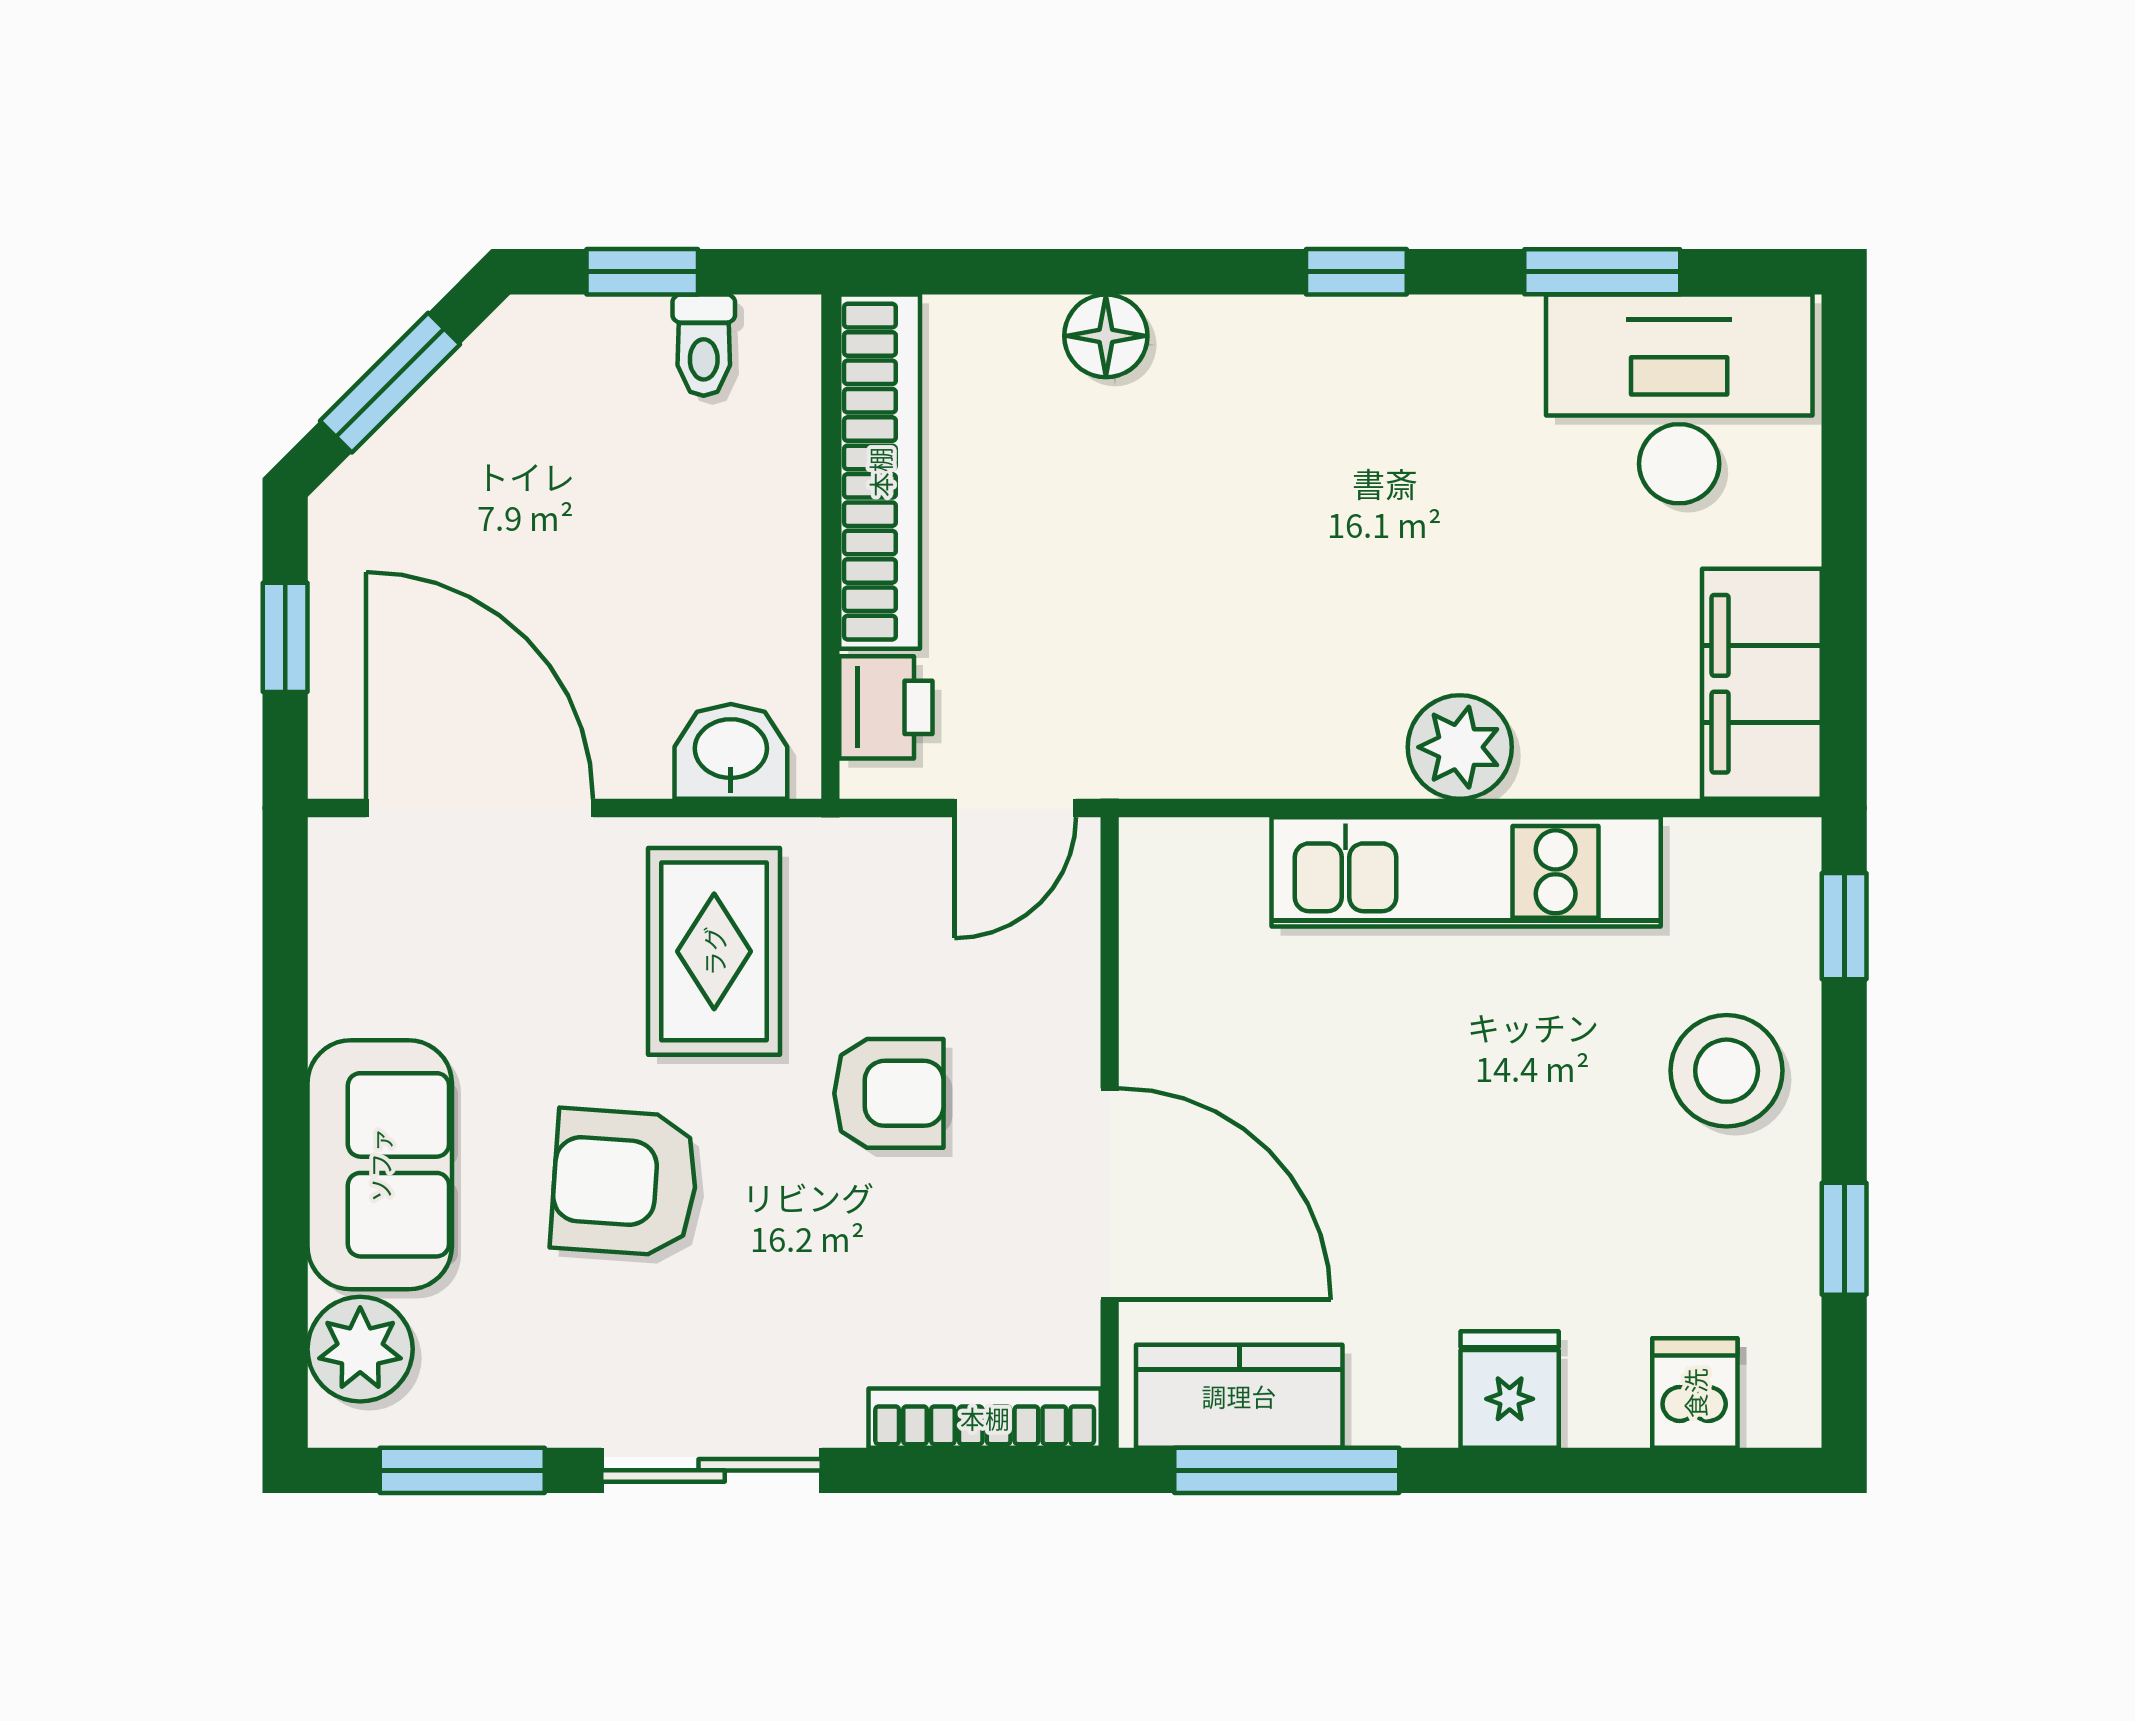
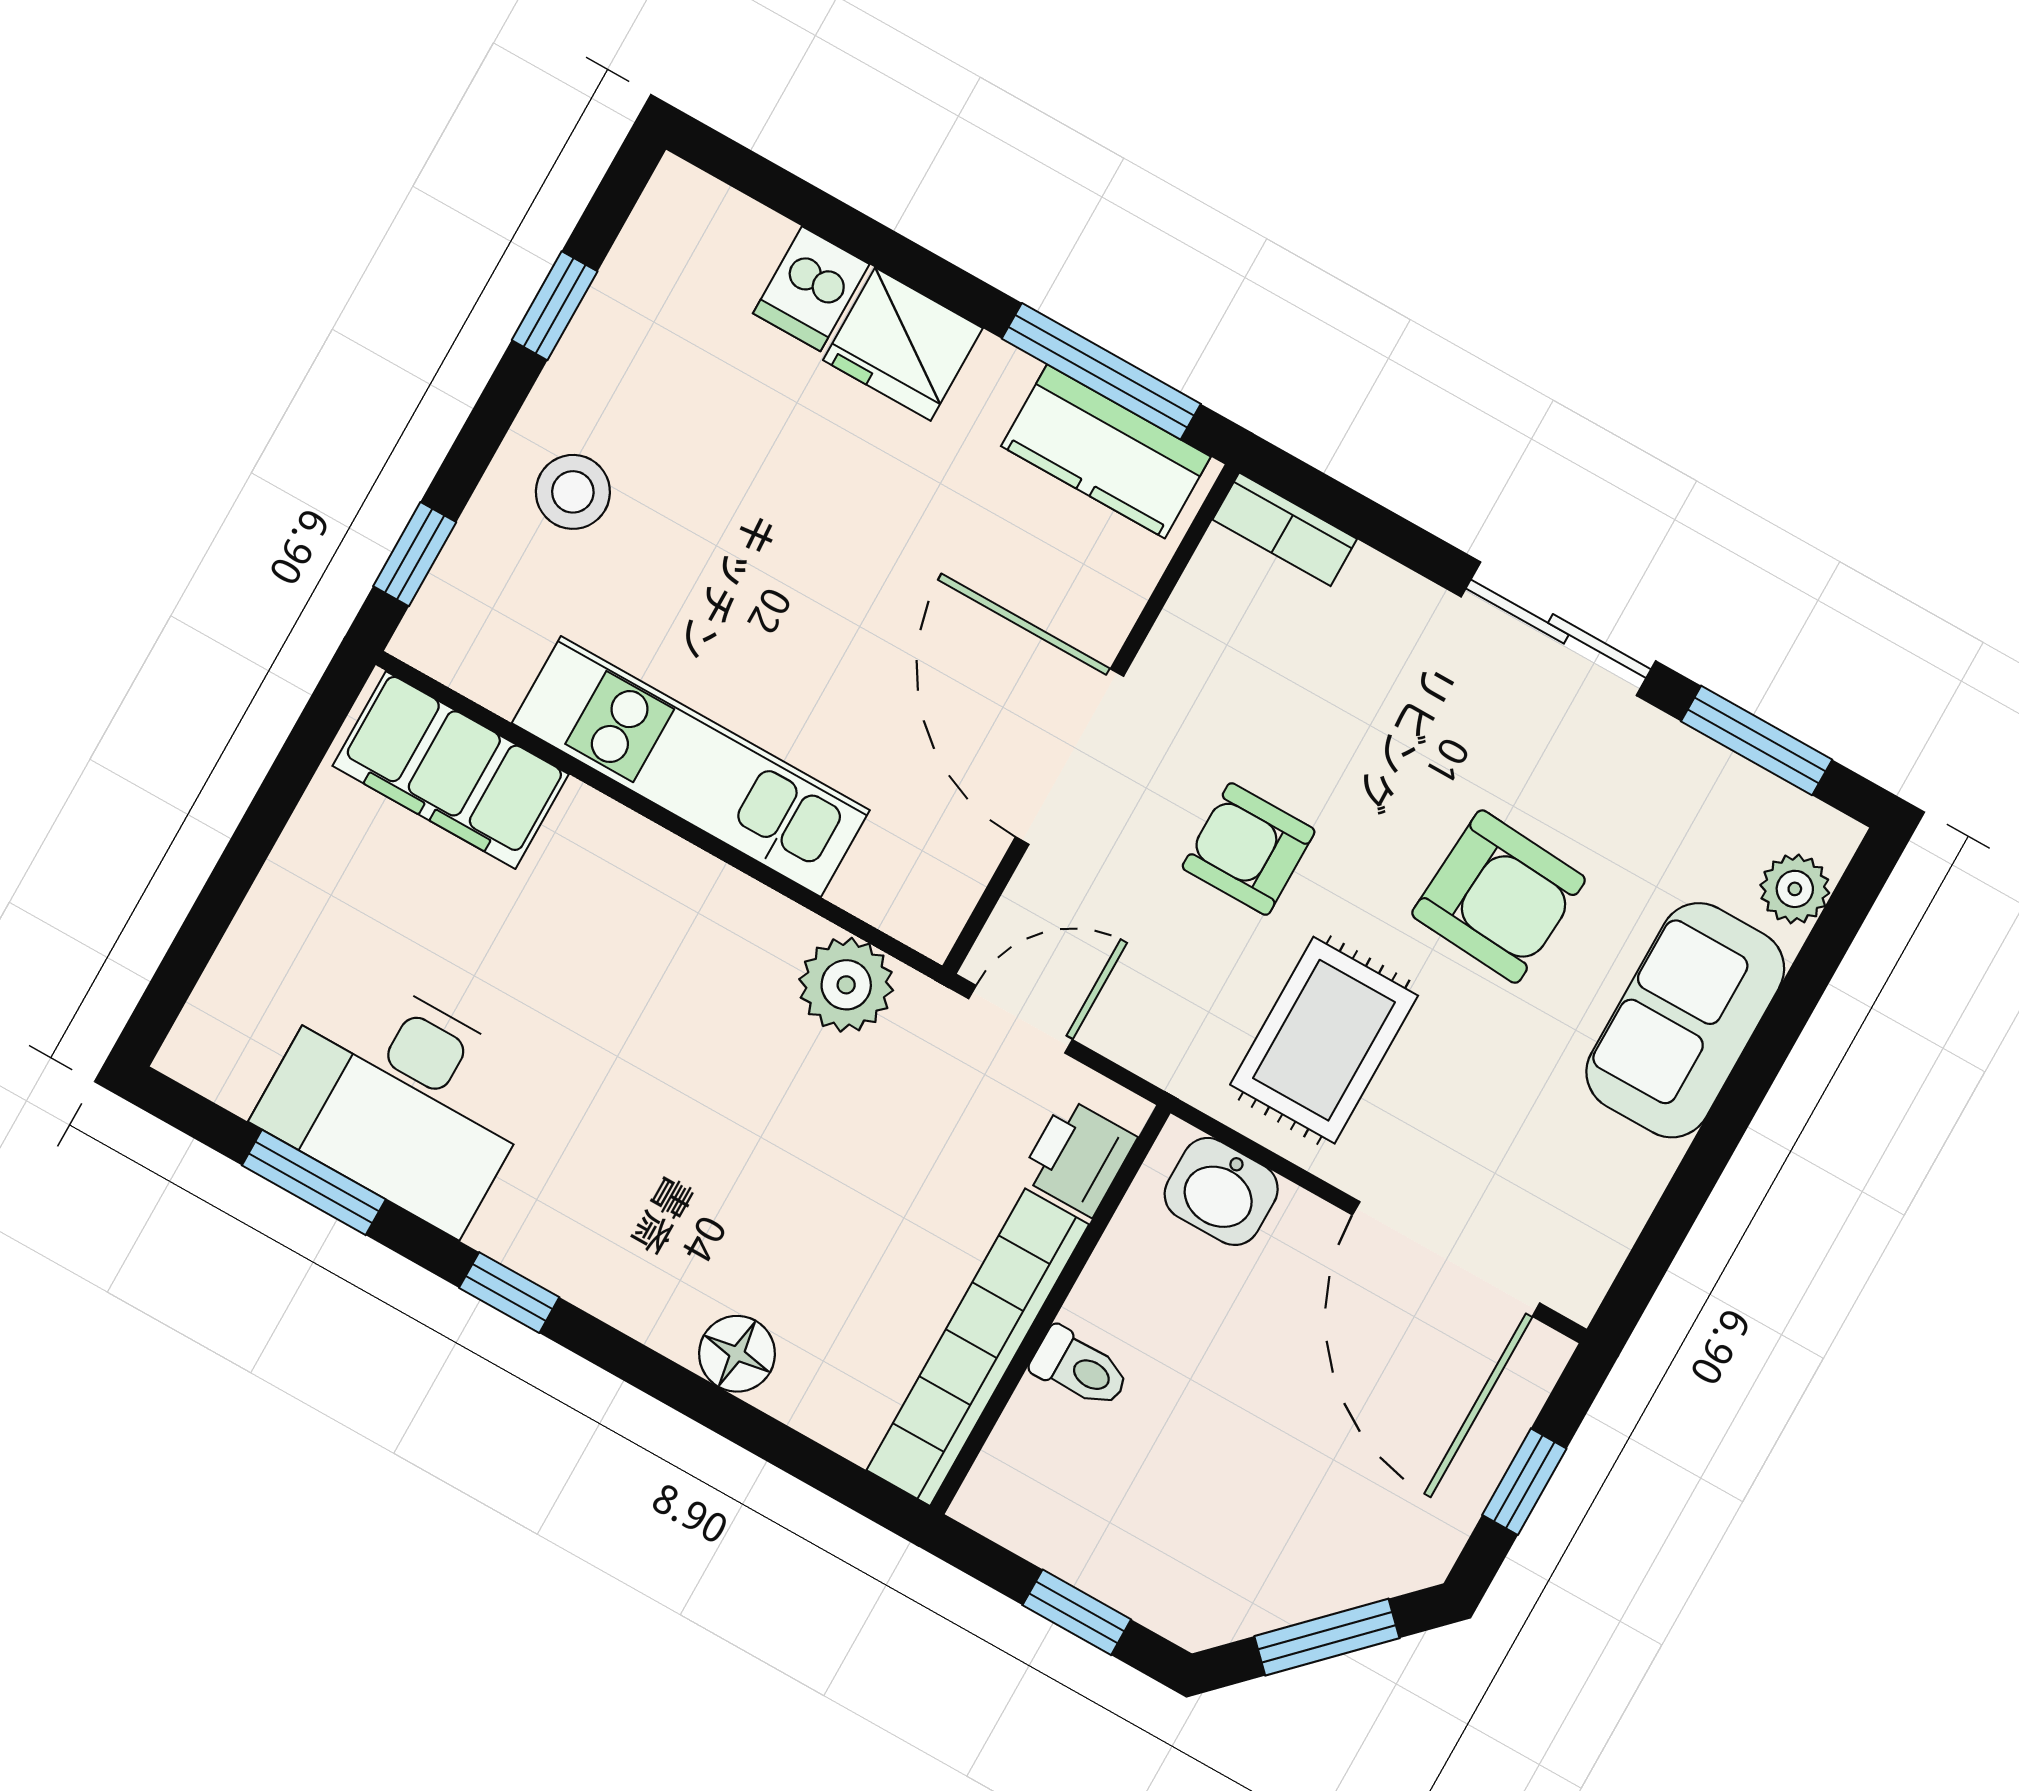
toilet: (704, 345) -> (1080, 1368), moved, turned 90
desk: (1679, 399) -> (400, 1098), moved
filing cabinet: (1762, 684) -> (451, 770), moved, turned 90
plant: (1460, 747) -> (846, 985), moved
stool: (1727, 1071) -> (573, 492), width x0.73, depth x0.73
door: (1110, 1194) -> (1070, 757), moved
plant: (360, 1349) -> (1795, 889), width x0.73, depth x0.73
fridge: (1510, 1389) -> (903, 344), width x1.38
dishwasher: (1695, 1393) -> (811, 289), moved
bookcase: (985, 1418) -> (1285, 529), width x0.64

